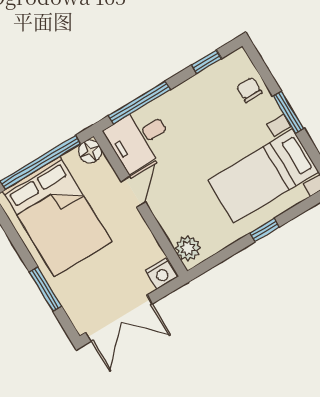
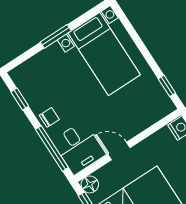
chair: (249, 90) -> (49, 117), moved, turned 180
window: (265, 230) -> (167, 86), moved
plant: (188, 248) -> (160, 109), removed

